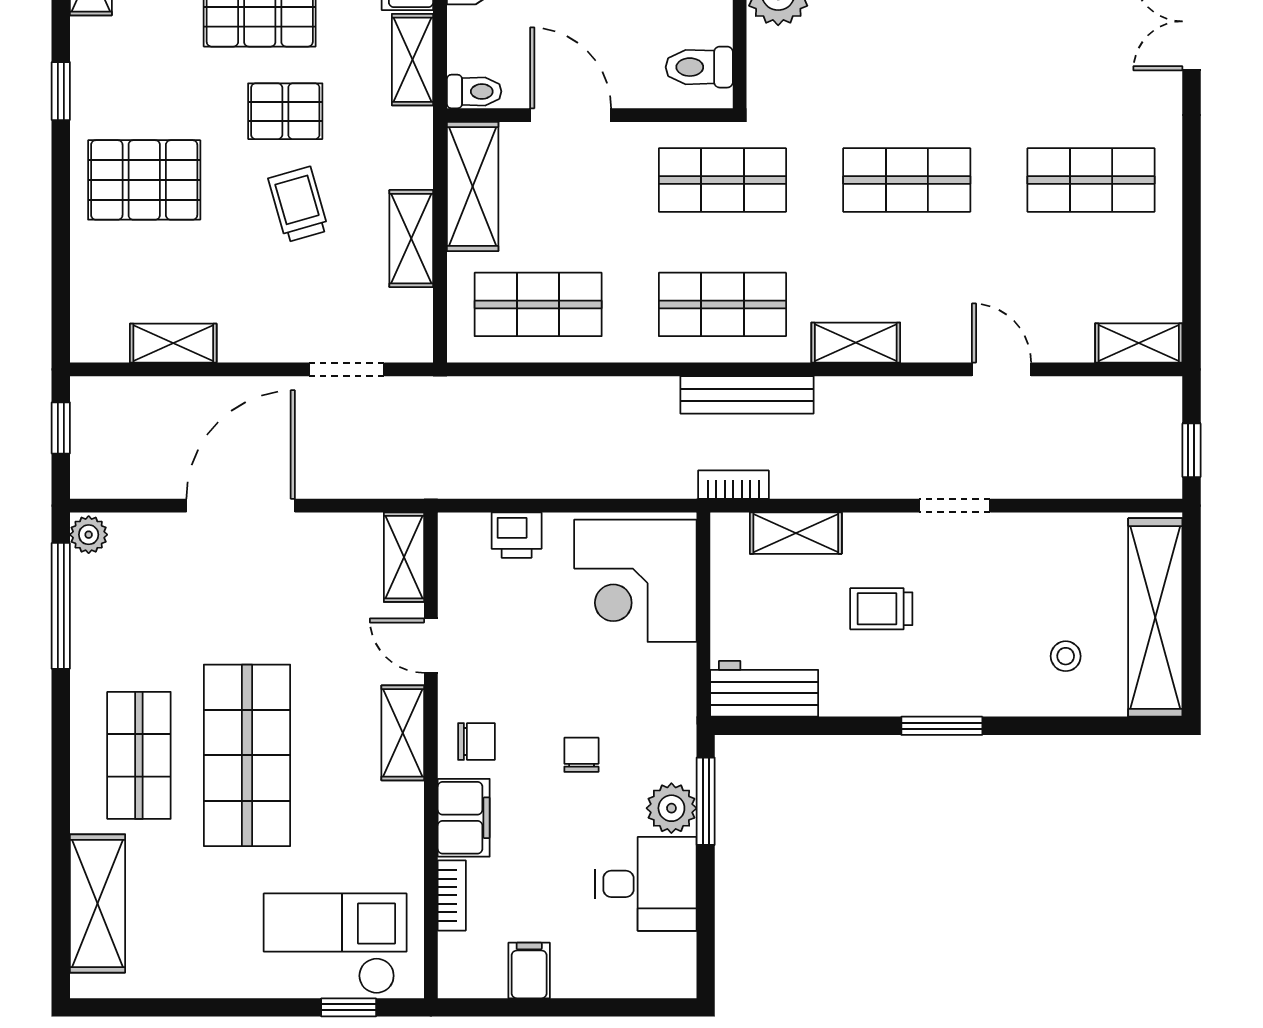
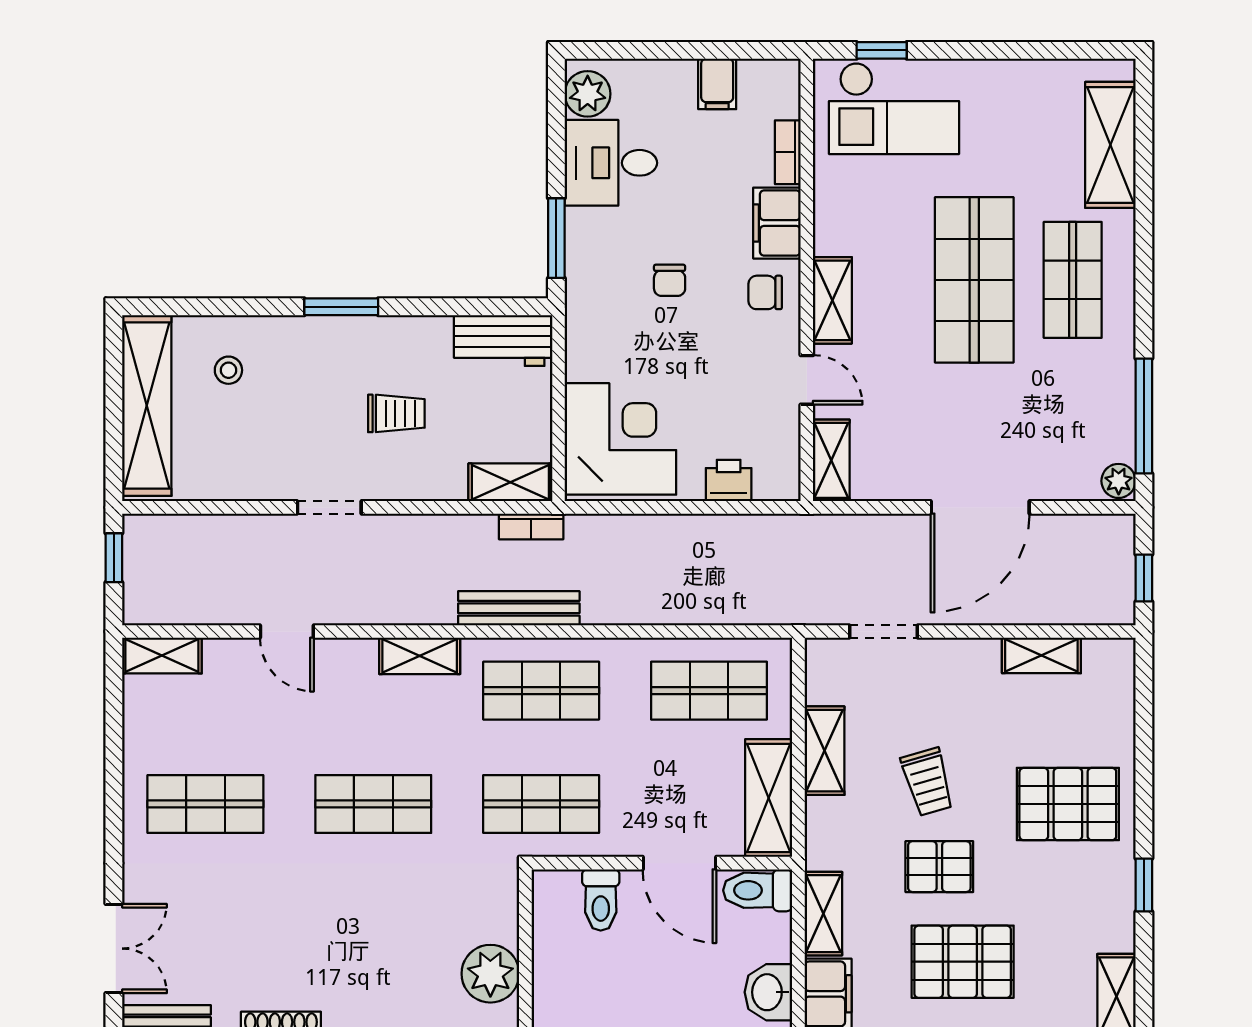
toilet: (699, 67) -> (601, 900), moved, turned 90
toilet: (474, 91) -> (758, 890), width x1.37, depth x1.39
shelving: (796, 533) -> (510, 482), moved
plant: (671, 808) -> (588, 94), moved

